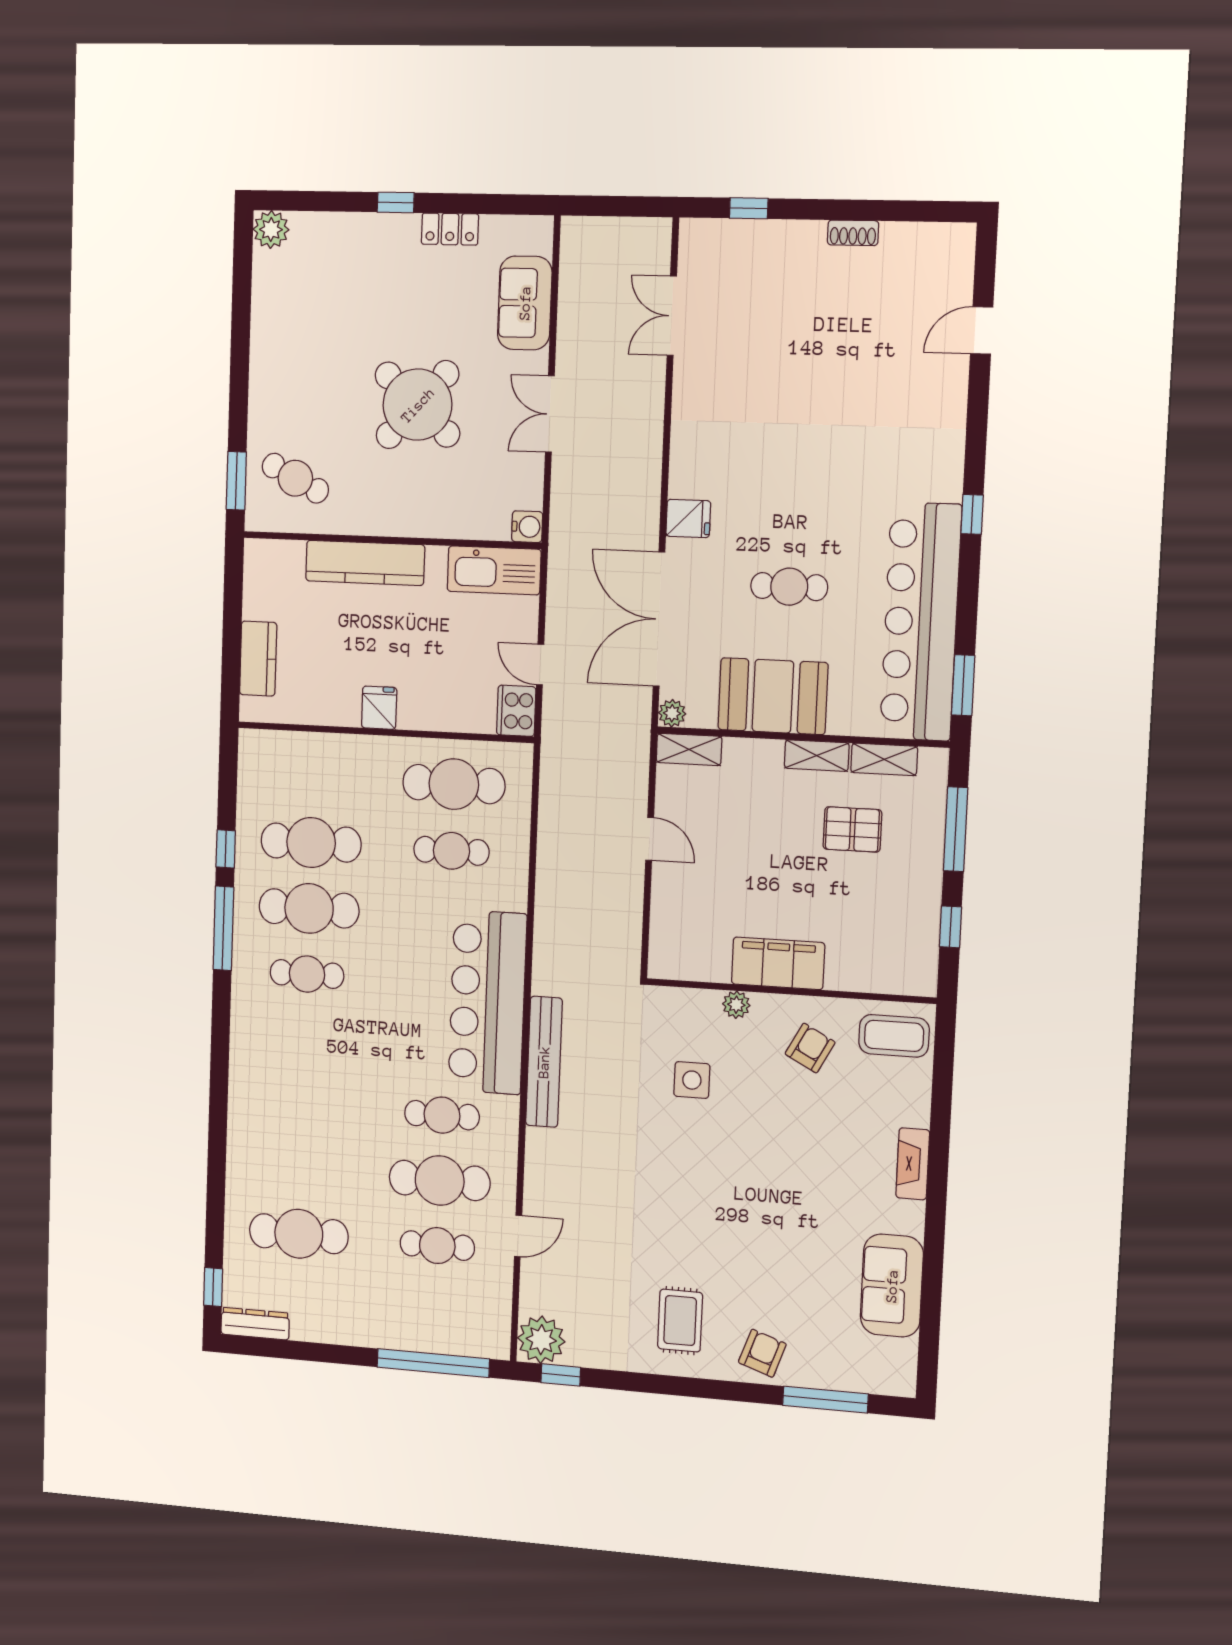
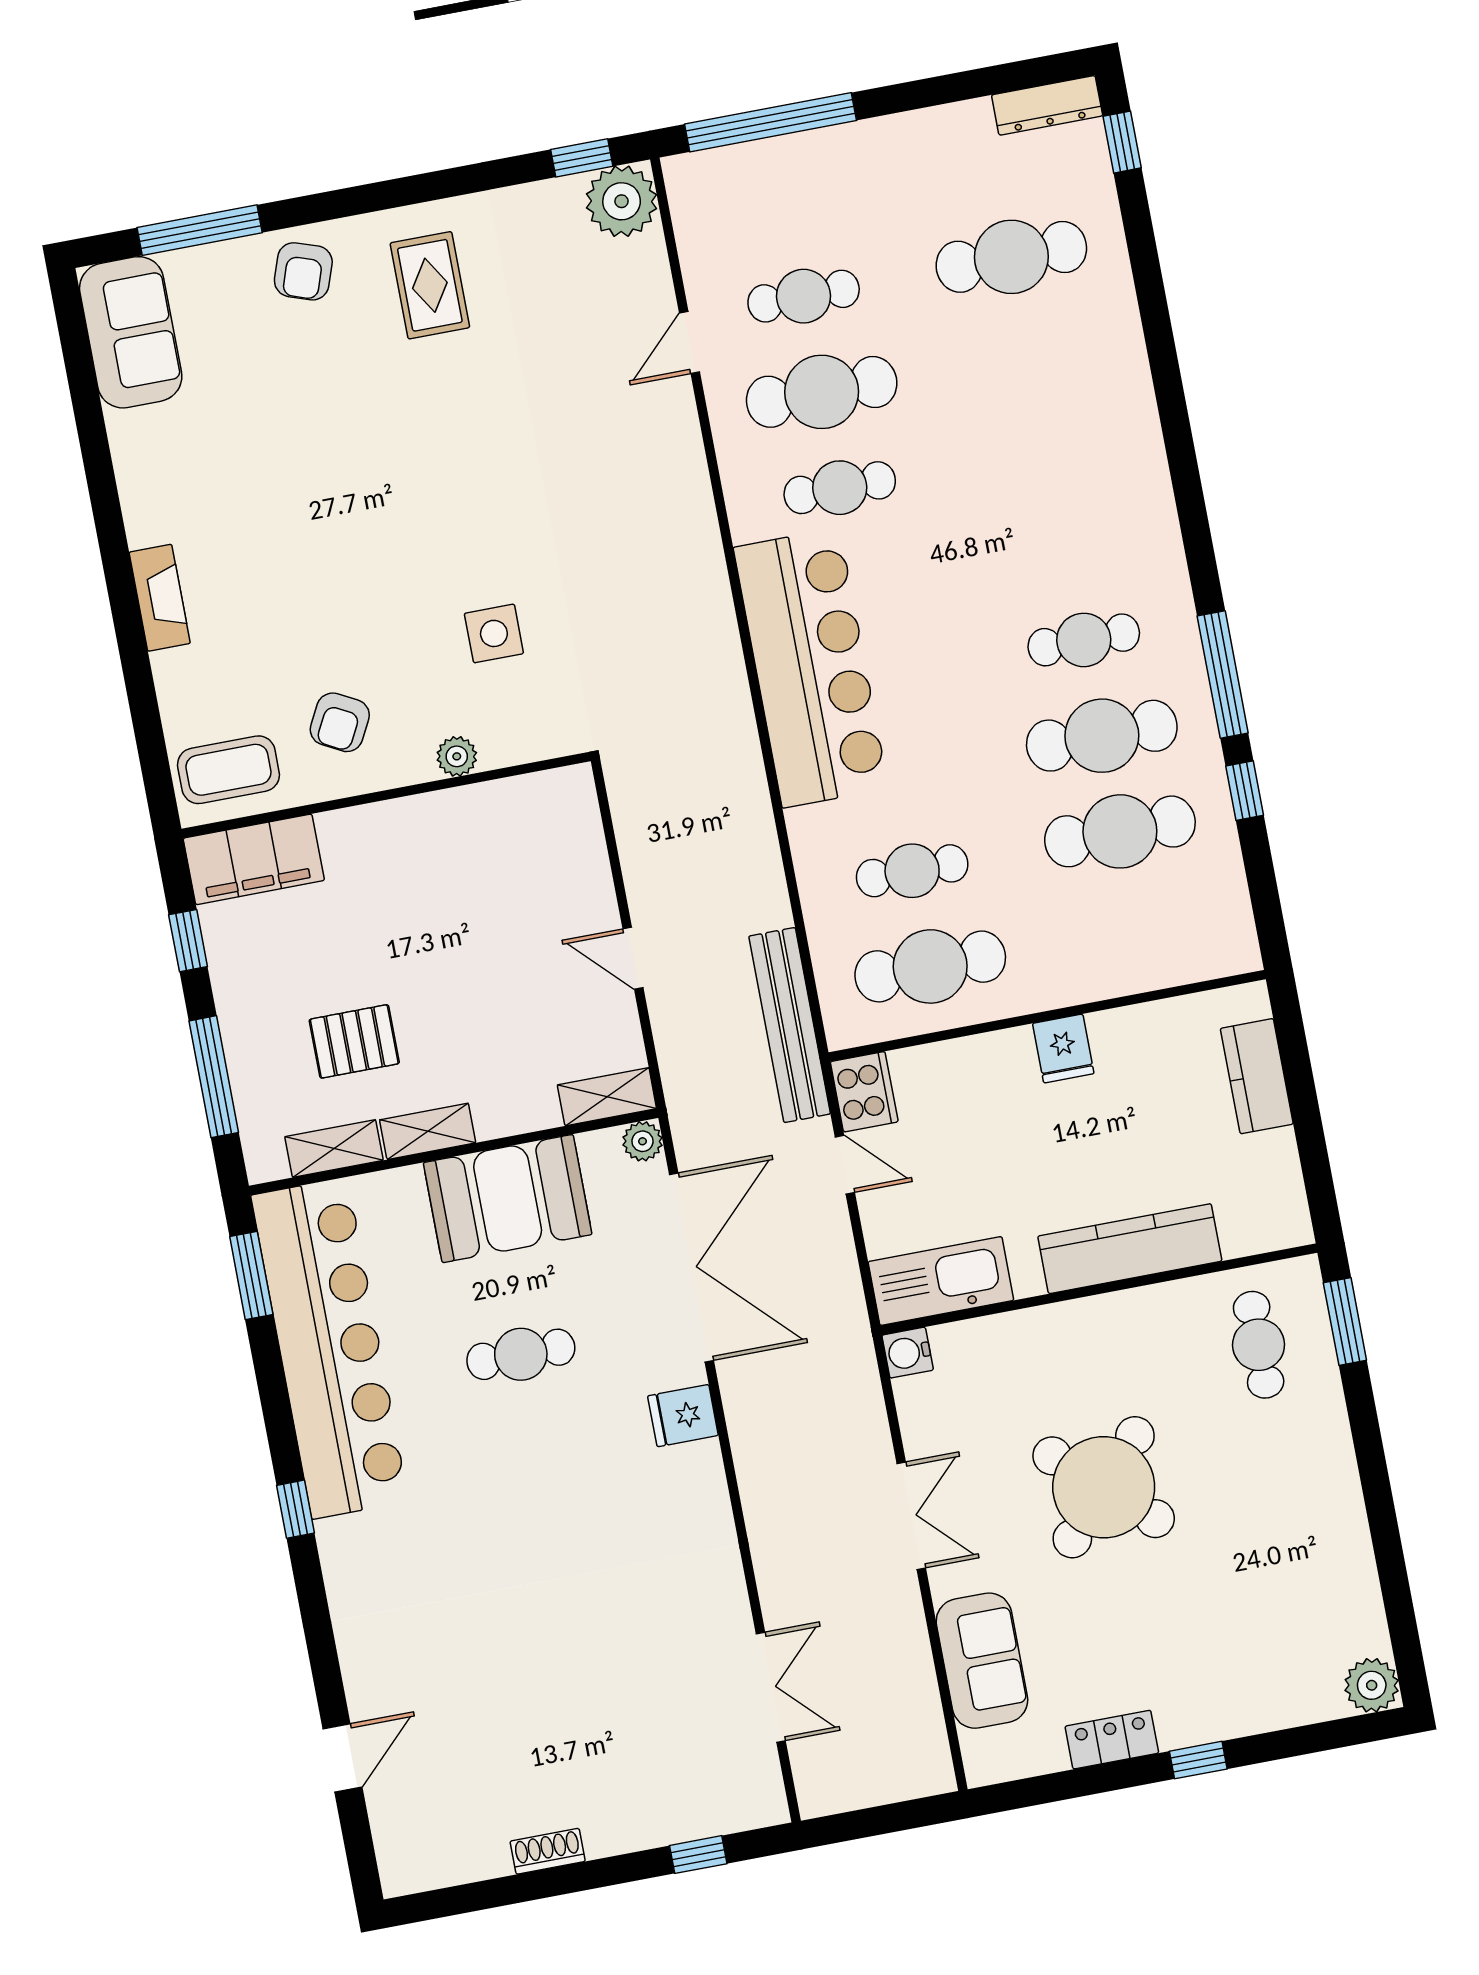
cafe table: (295, 478) -> (1259, 1345), turned 63
filing cabinet: (778, 963) -> (254, 859), moved
bench: (544, 1062) -> (790, 1025), moved
sofa: (892, 1286) -> (131, 332), moved

